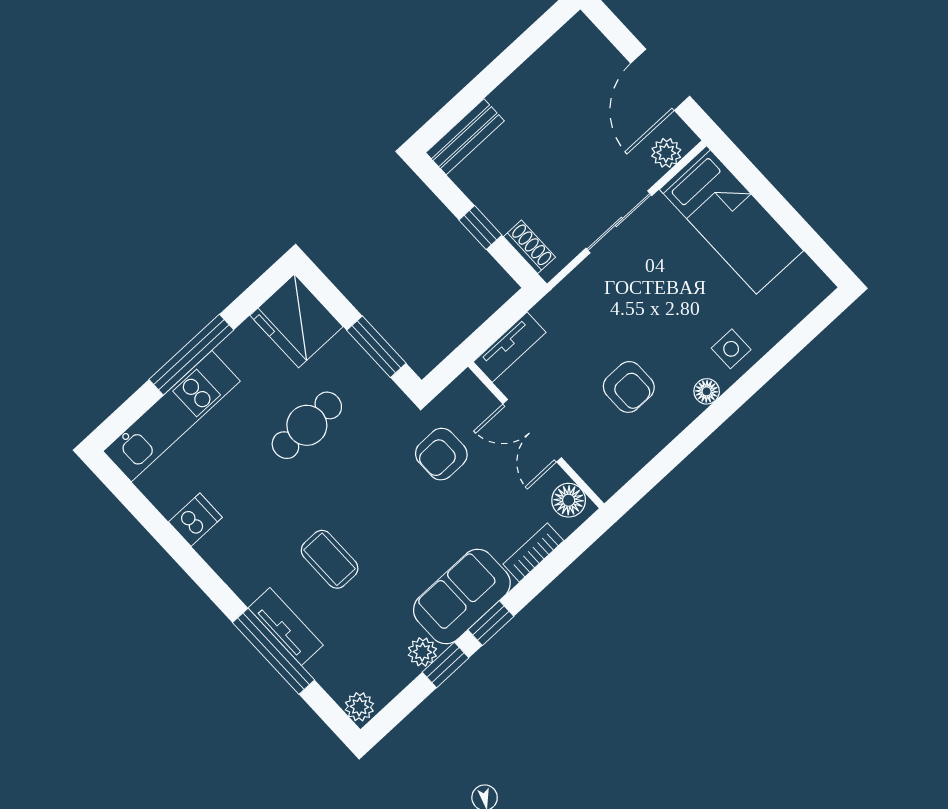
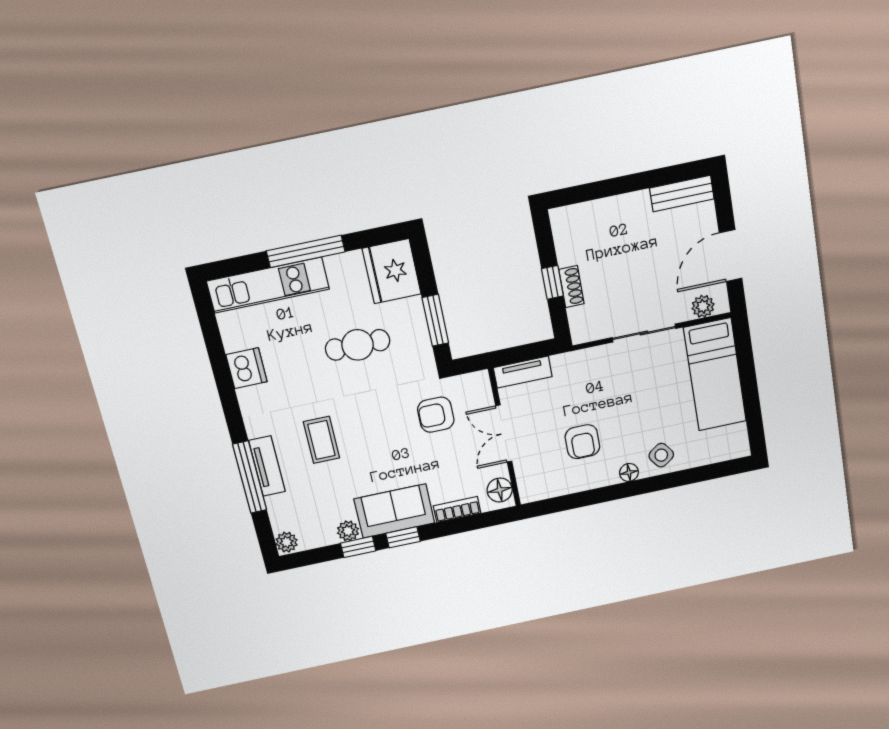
bench: (465, 137) -> (682, 194), moved
shoe rack: (530, 247) -> (571, 287), moved
side table: (731, 349) -> (661, 455), turned -36
dishwasher: (195, 520) -> (246, 368), width x1.38

